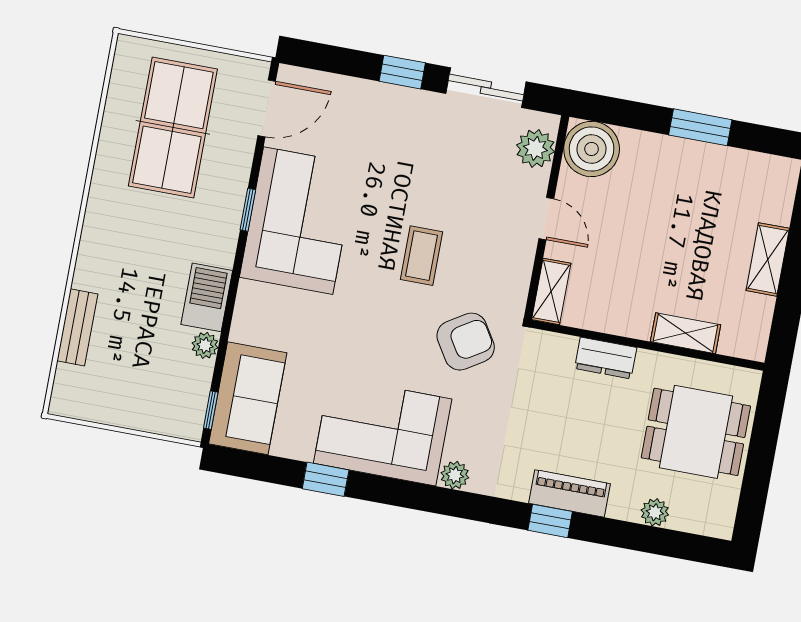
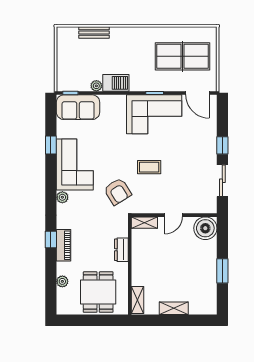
plant: (535, 148) -> (201, 205), removed
shelving: (686, 333) -> (138, 300), moved

